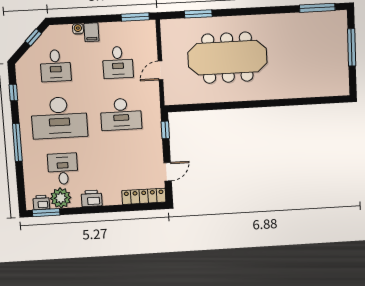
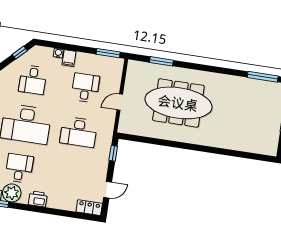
desk: (118, 62) -> (85, 88), turned 180
locker: (144, 196) -> (89, 208), width x0.66

